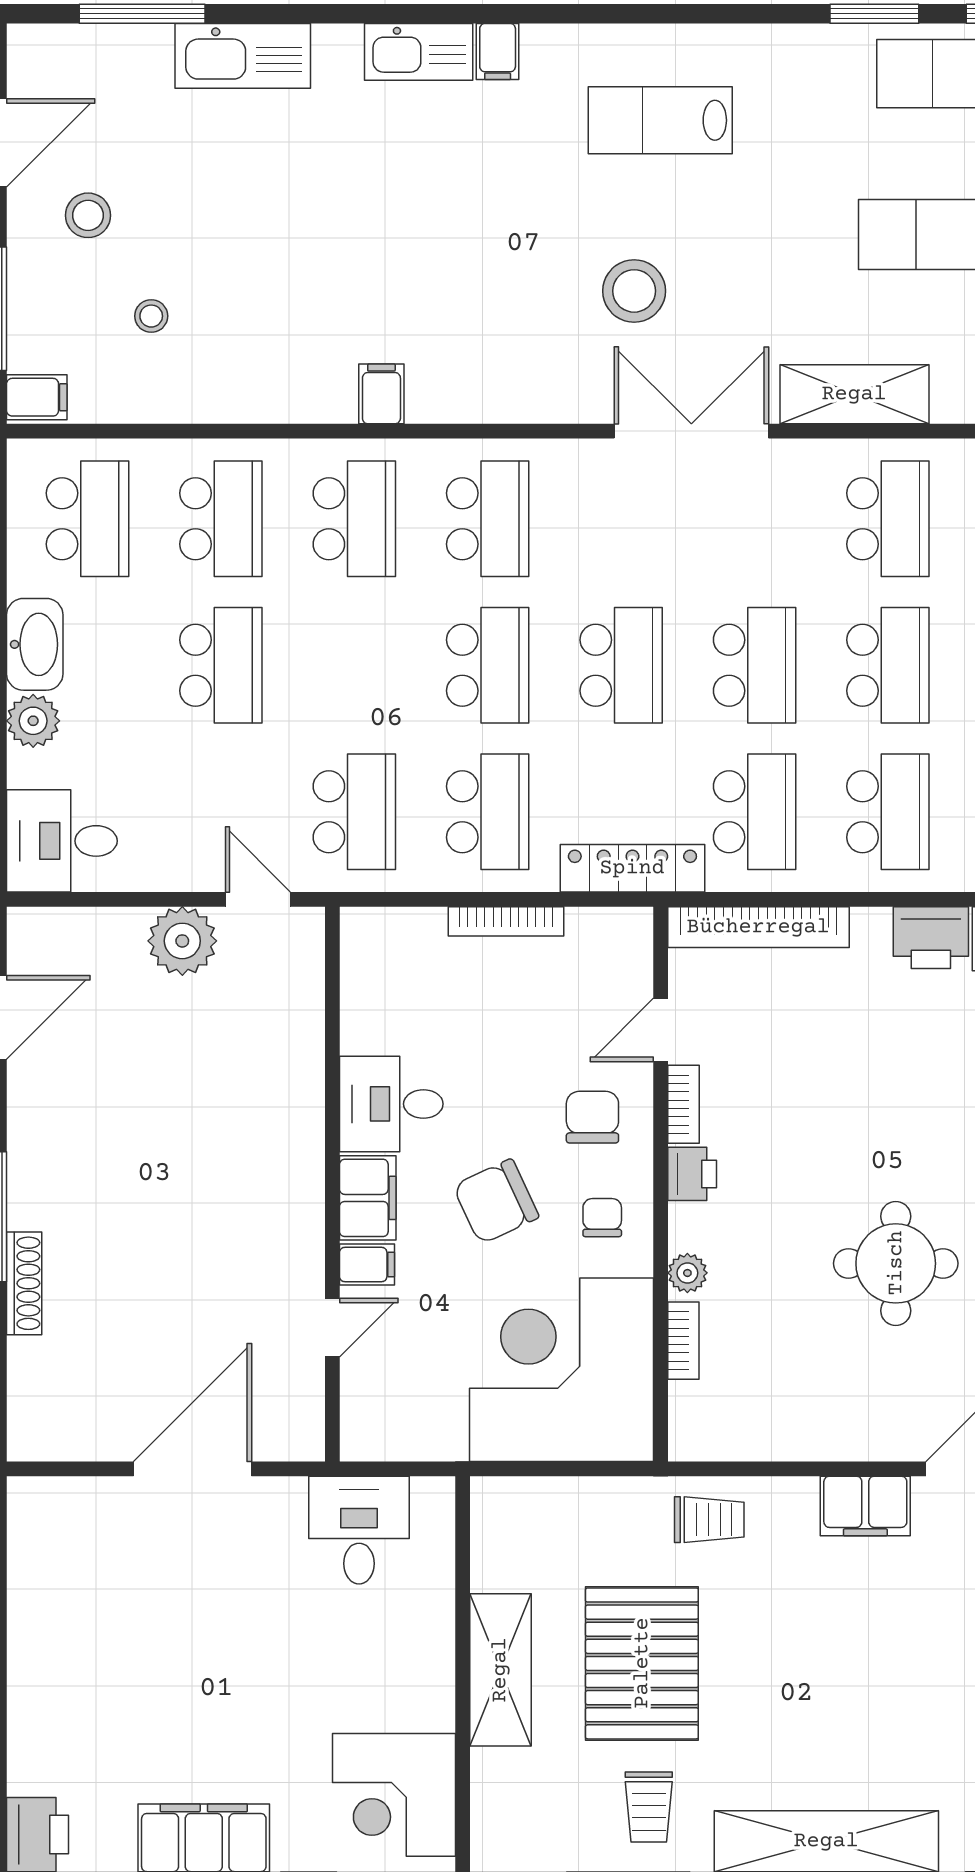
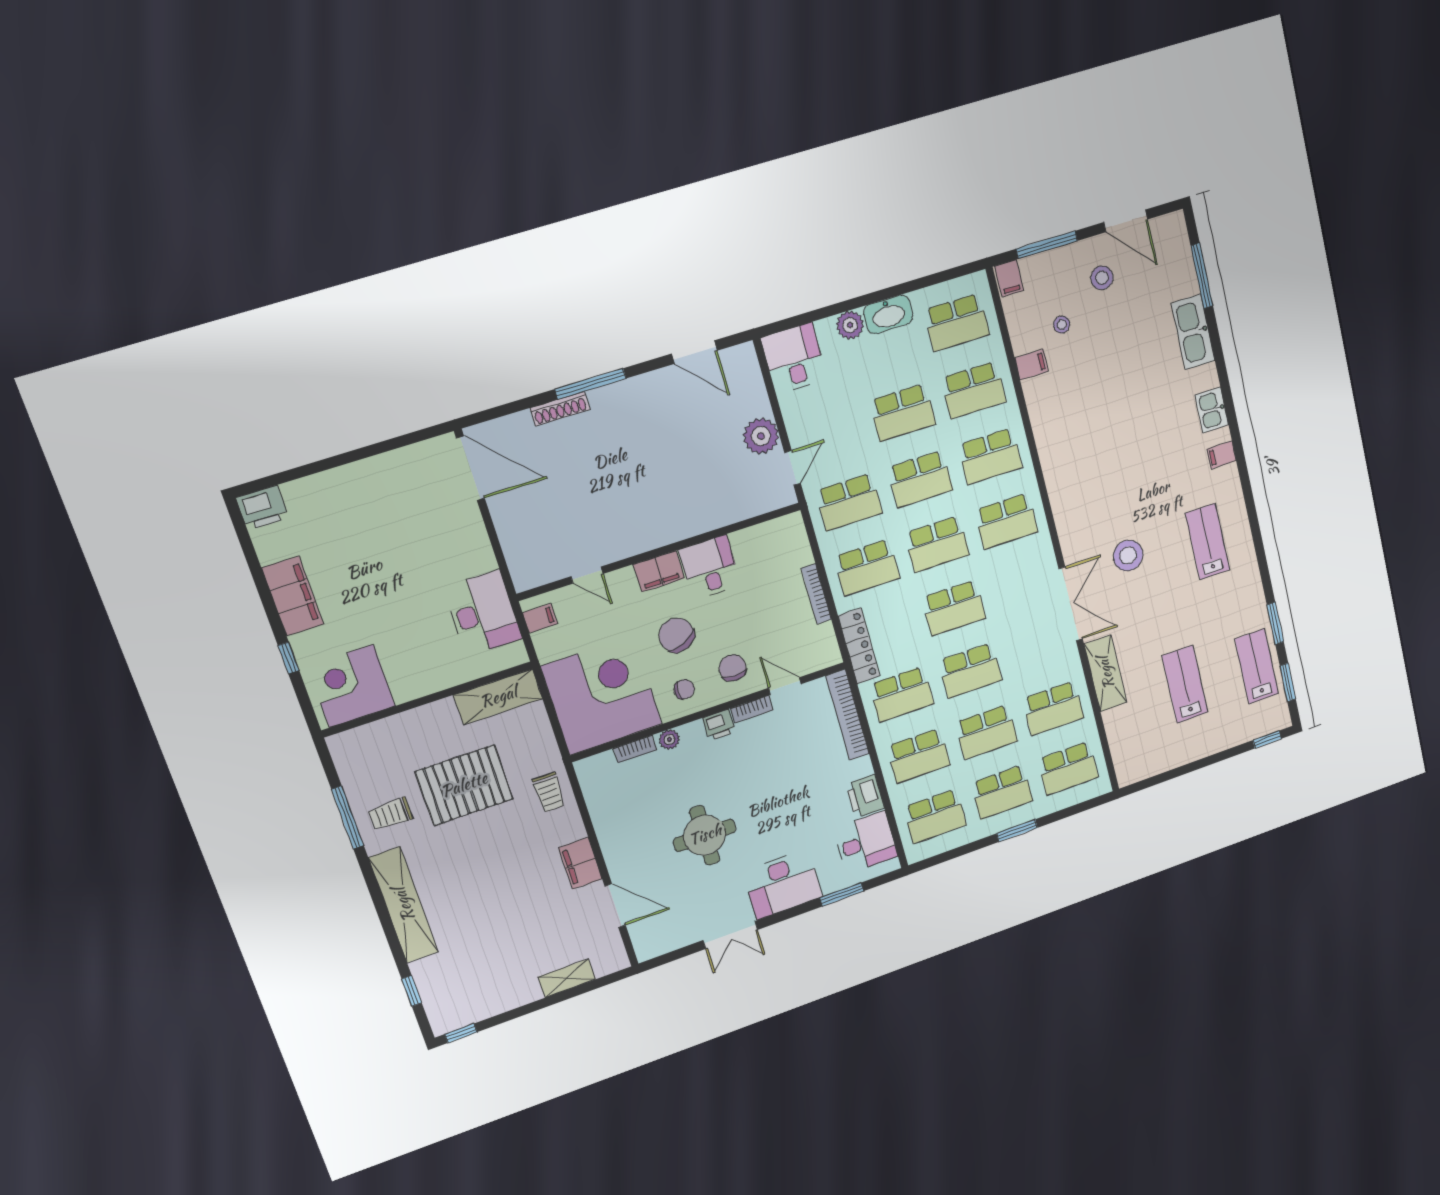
kitchen sink: (419, 52) -> (1212, 410), width x0.73
filing cabinet: (381, 394) -> (1032, 365), moved
school desk: (354, 665) -> (920, 479), added
chair: (592, 1117) -> (733, 668), turned -90
filing cabinet: (367, 1265) -> (540, 618), moved, turned -90
door: (192, 1469) -> (470, 468), moved
desk: (359, 1530) -> (483, 613), width x1.37
shelving: (500, 1670) -> (498, 697), moved

